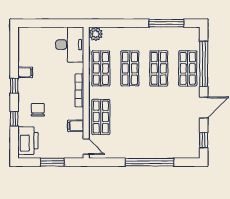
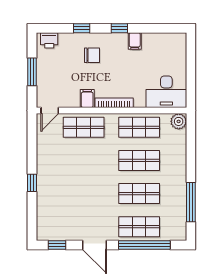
filing cabinet: (76, 126) -> (87, 99), moved
printer: (28, 141) -> (49, 40), width x0.53, depth x0.68
window: (149, 162) -> (32, 183), width x0.32

